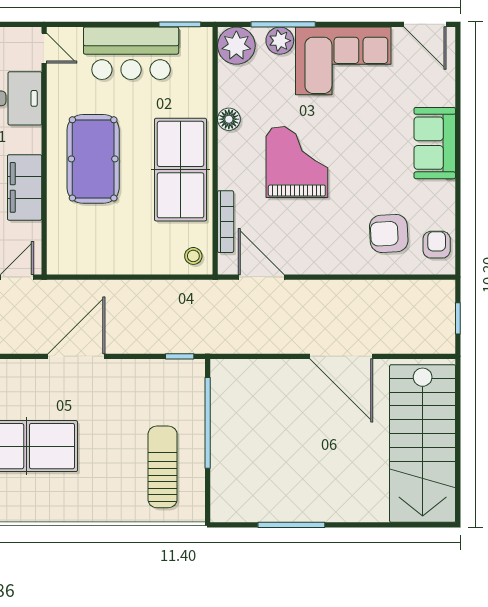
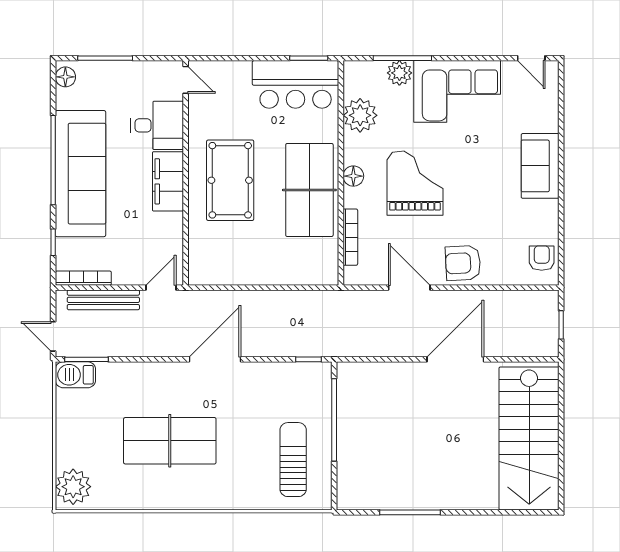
door: (425, 24) -> (531, 58), width x0.73
plant: (236, 46) -> (360, 115), moved
bar counter: (131, 53) -> (296, 84), moved
floor lamp: (229, 119) -> (353, 176), moved
filing cabinet: (25, 187) -> (168, 181), moved
armchair: (389, 233) -> (463, 263), moved
stool: (193, 256) -> (321, 268), removed
door: (261, 277) -> (409, 288), moved
door: (341, 356) -> (455, 359), swing flipped

